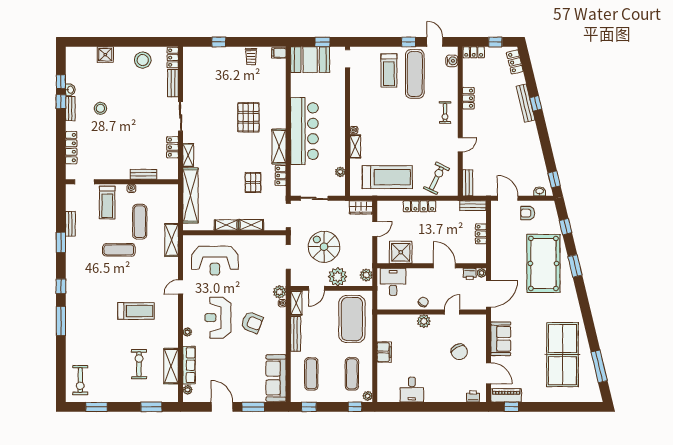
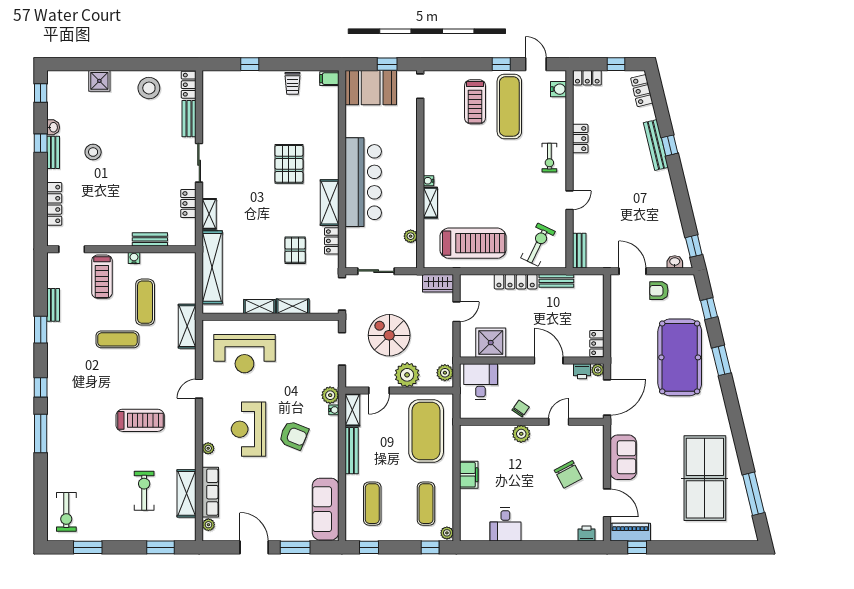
window: (61, 82) -> (41, 93), moved
bench: (473, 206) -> (556, 281), moved
locker: (481, 234) -> (597, 344), moved

